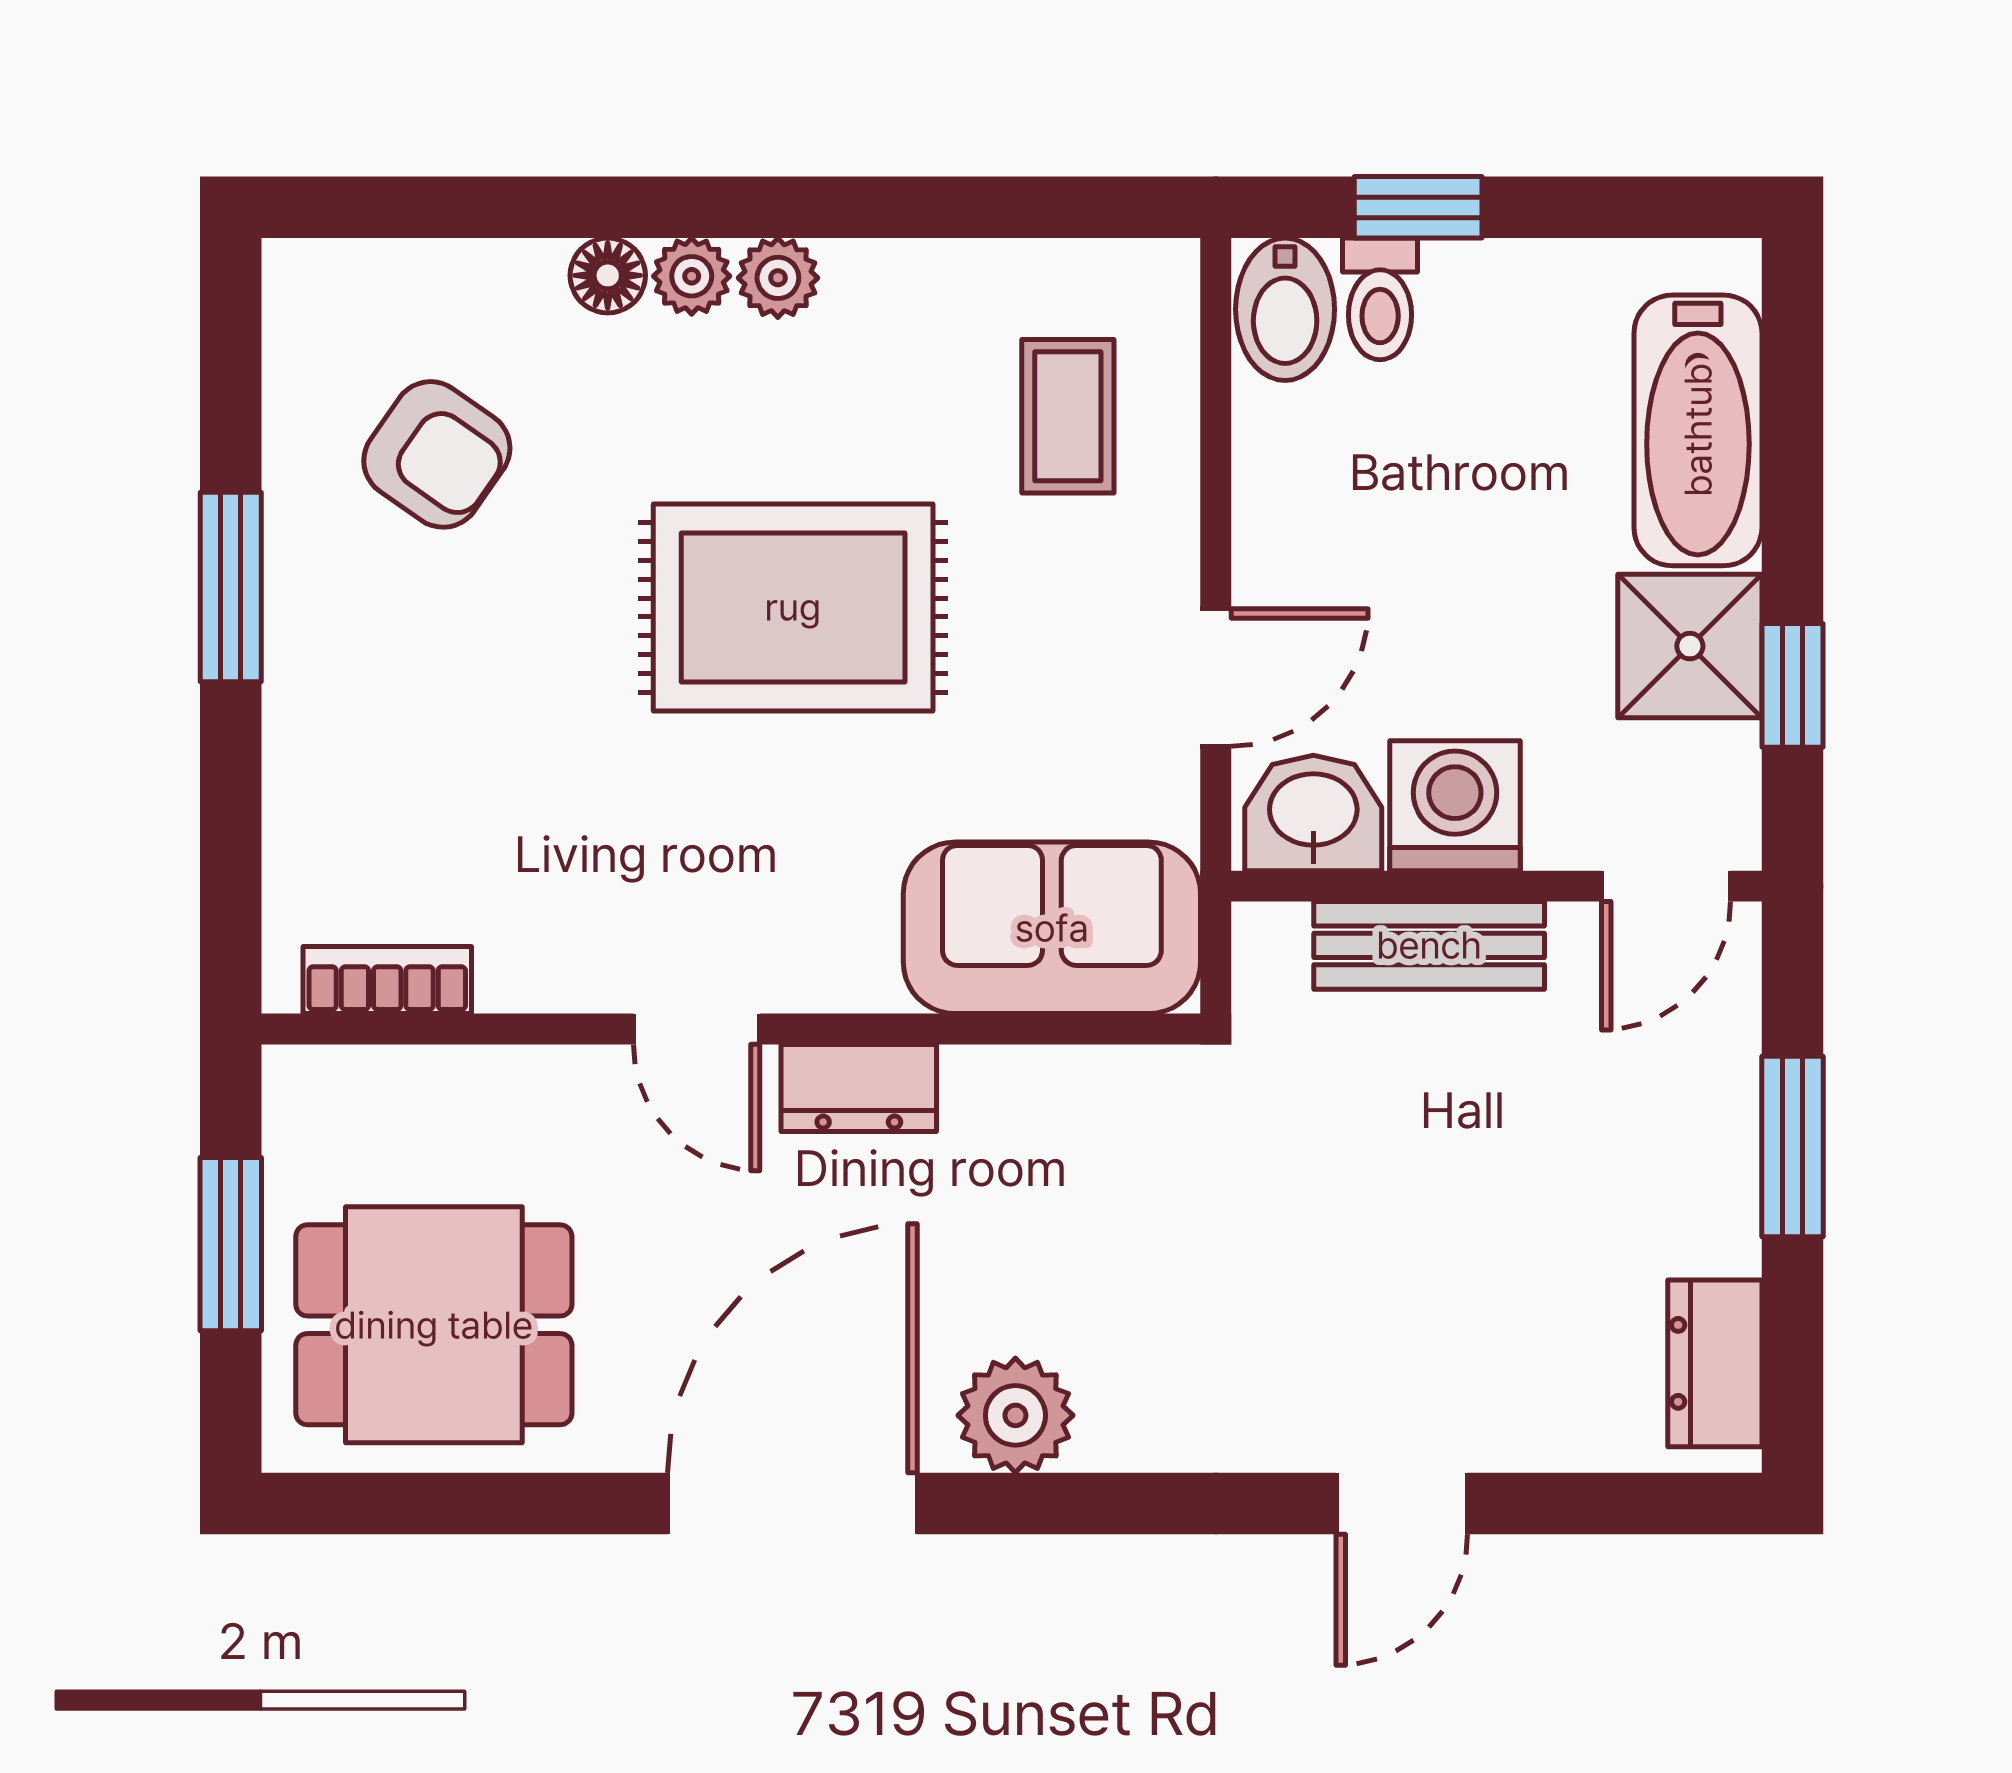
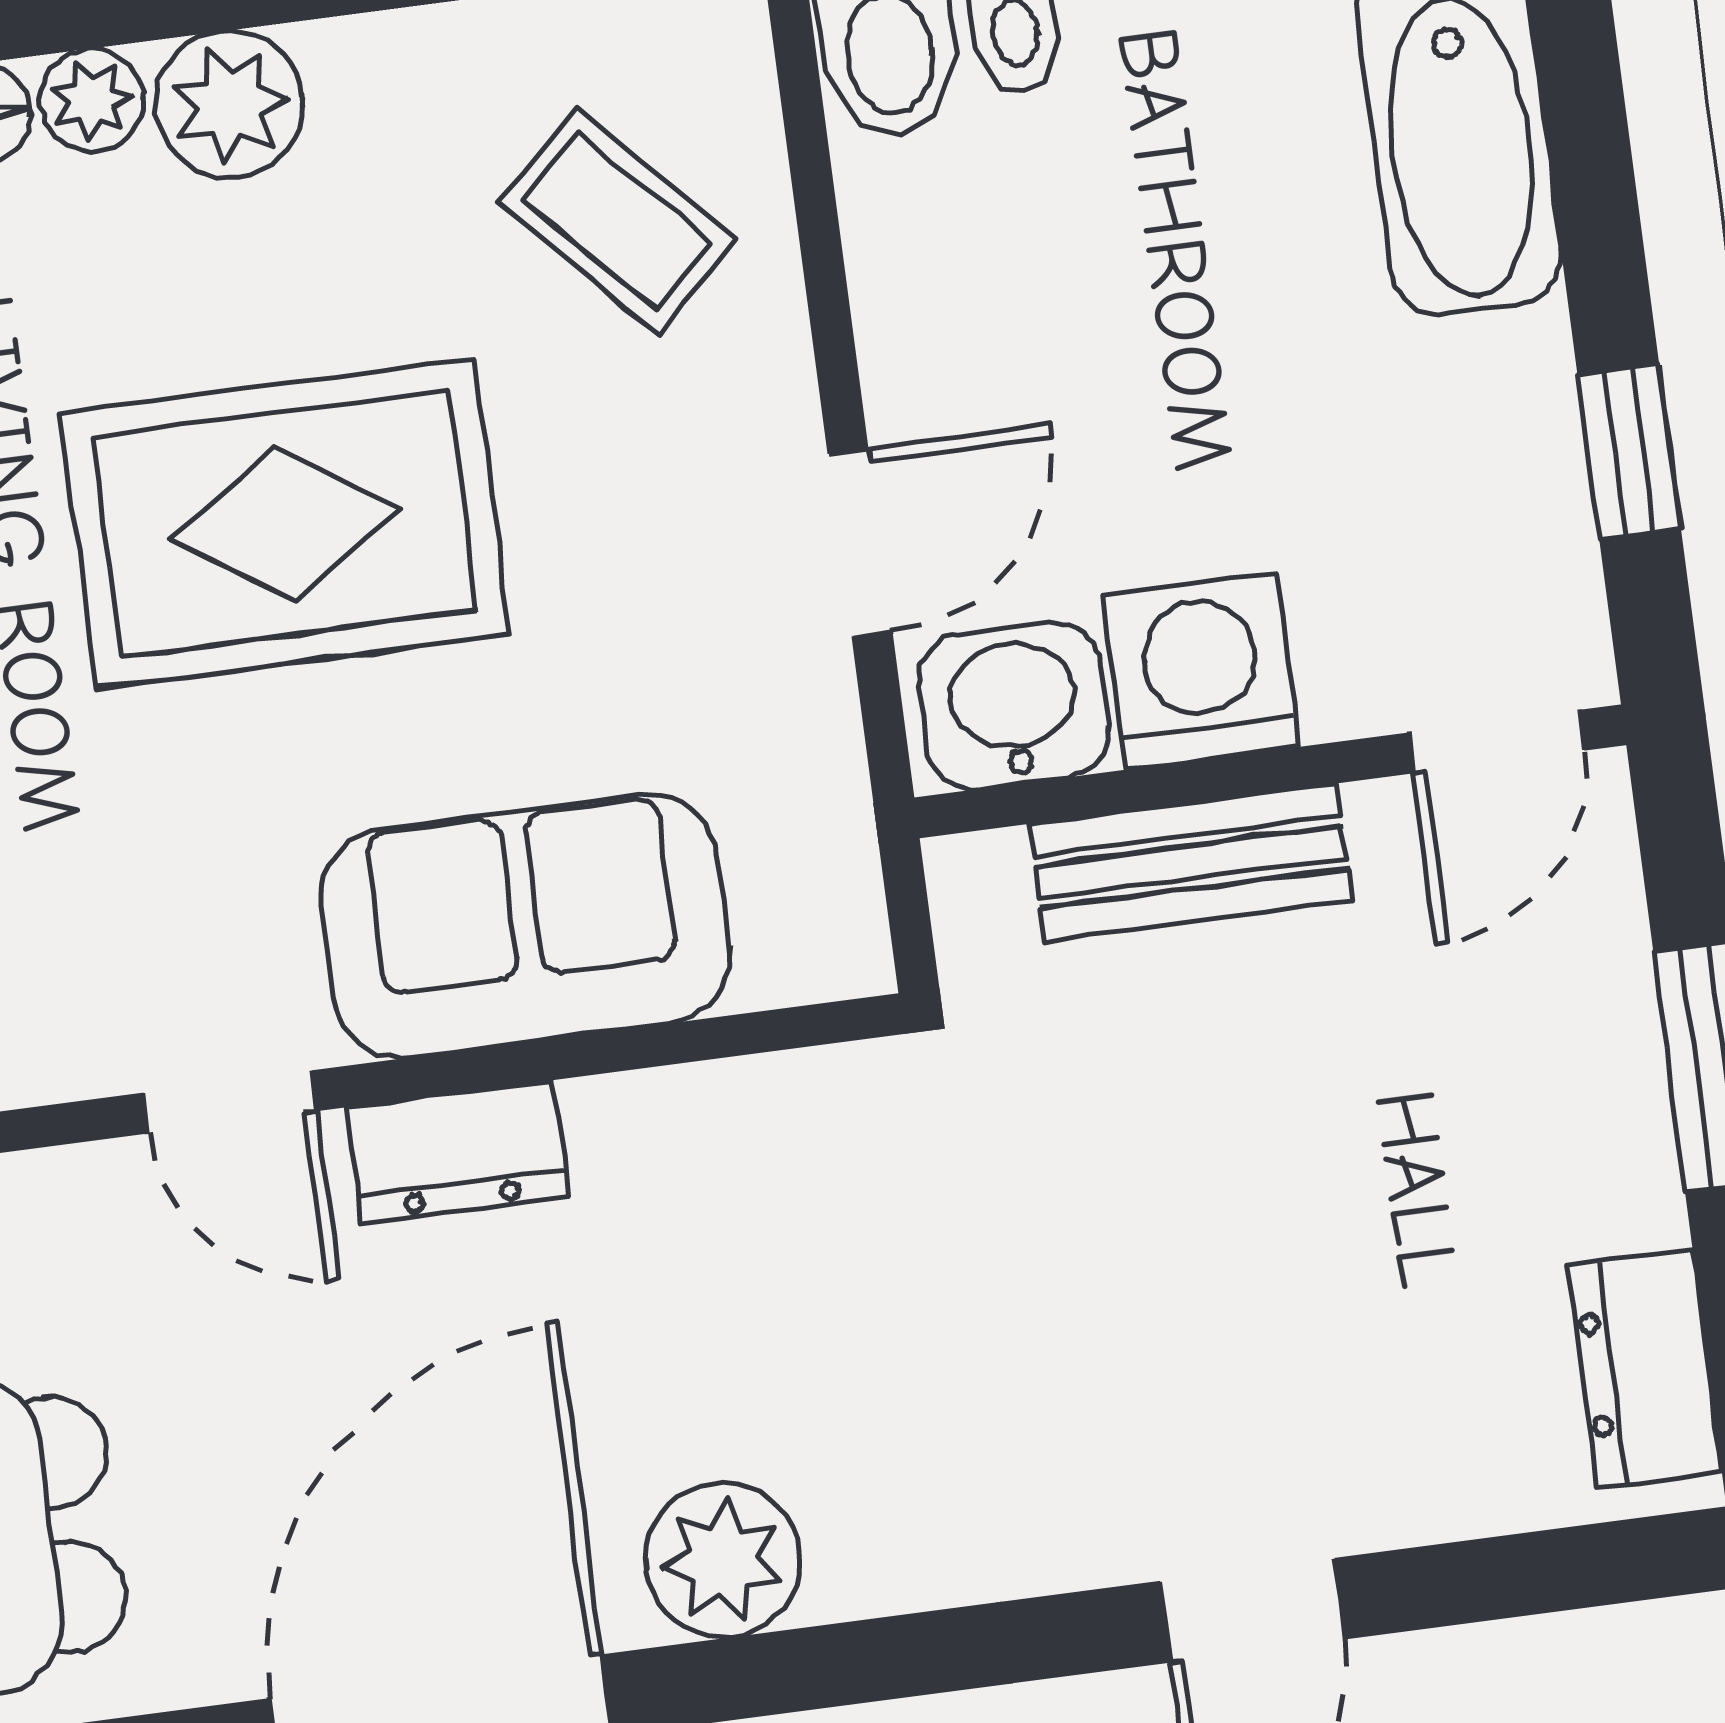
plant: (778, 278) -> (229, 105), width x1.38, depth x1.38
coffee table: (1068, 416) -> (617, 221), turned -43
shower: (1690, 646) -> (1486, 418), removed
sofa: (1052, 928) -> (525, 926), moved

